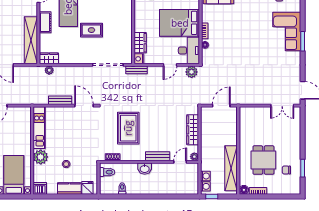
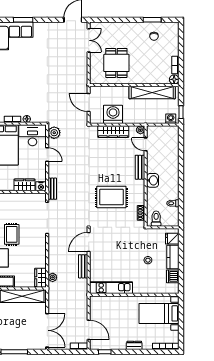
plant: (41, 157) -> (141, 286), removed
dining table: (263, 160) -> (116, 63), moved, turned 90
washing machine: (205, 176) -> (113, 114), moved, width x1.89, depth x1.89
dishwasher: (40, 188) -> (173, 276), moved

